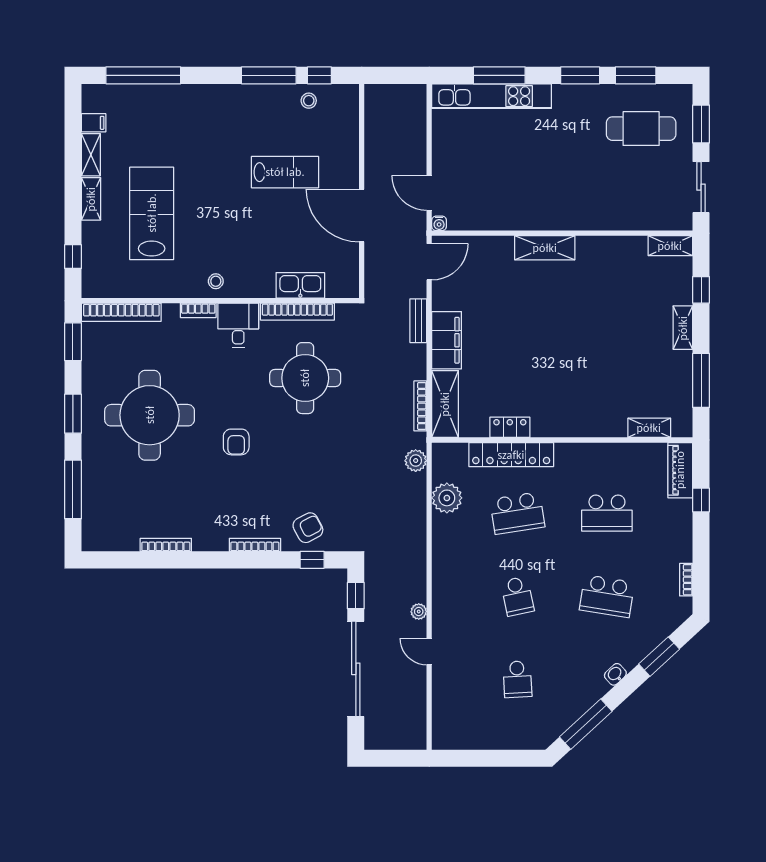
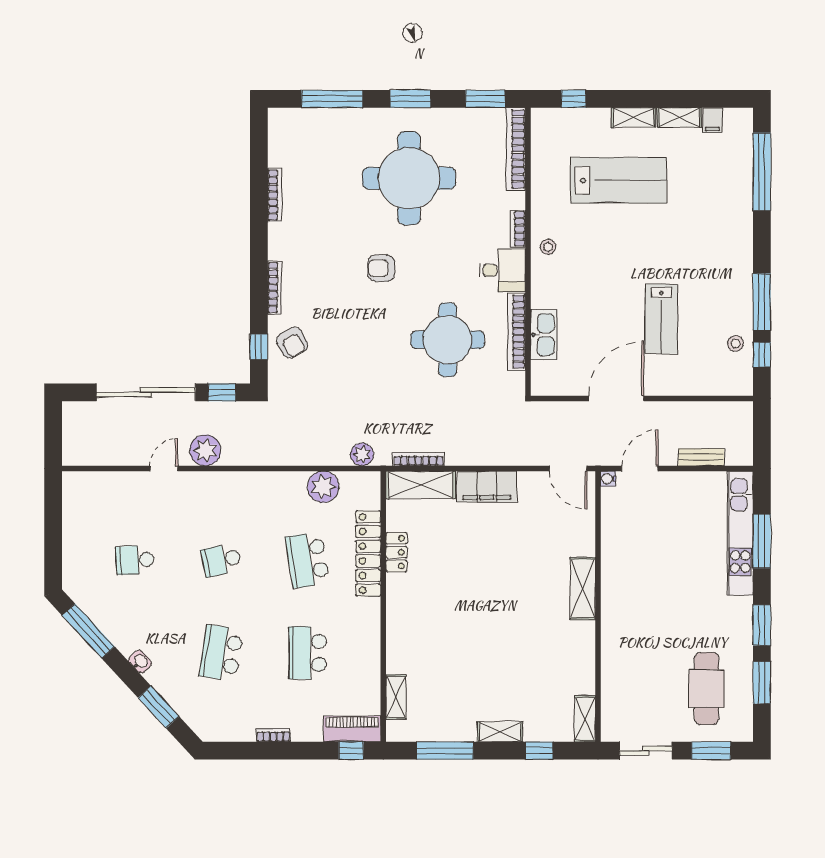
bench: (418, 321) -> (701, 457), moved
window: (701, 500) -> (351, 751), moved
bookcase: (686, 580) -> (273, 735), moved
plant: (419, 612) -> (205, 450), width x1.88, depth x1.88

